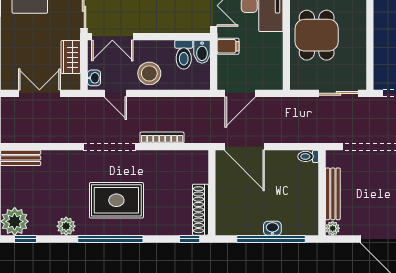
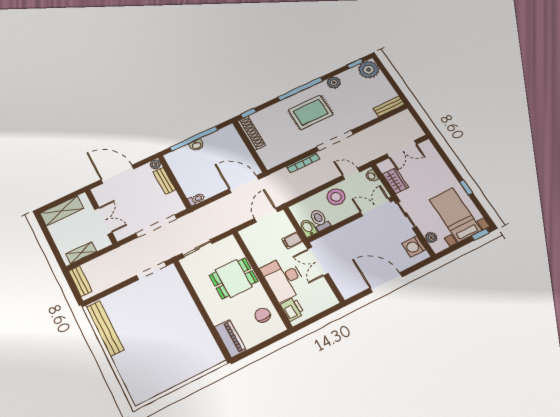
dining table: (317, 35) -> (234, 278), turned 90
bench: (333, 194) -> (164, 181), width x0.73

